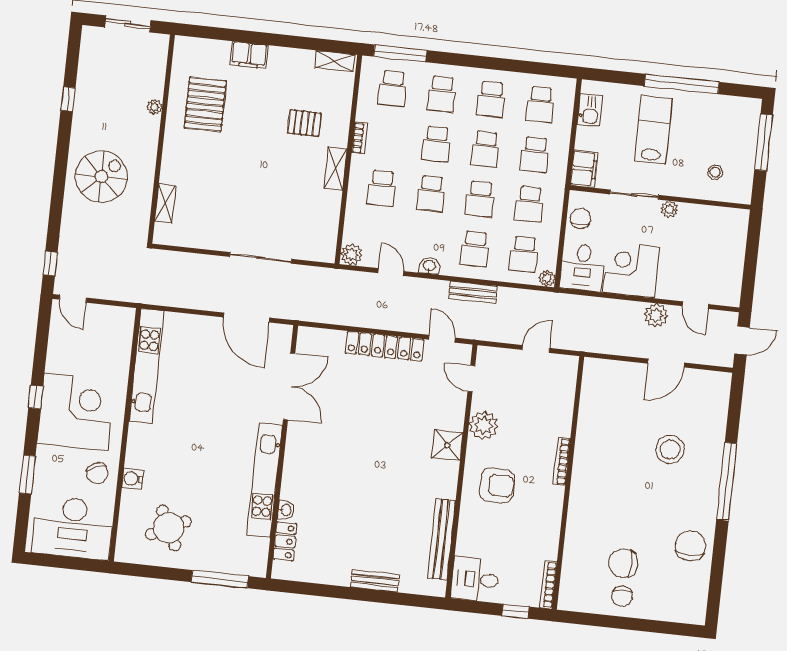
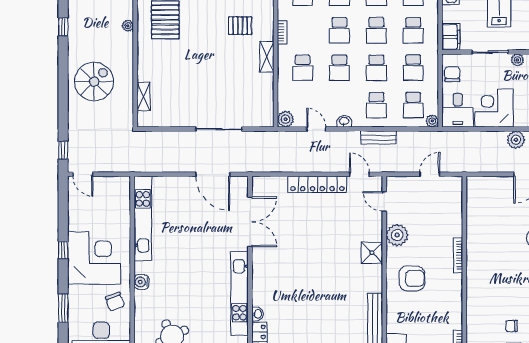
water cooler: (133, 479) -> (141, 282), moved
chair: (623, 563) -> (512, 326), width x0.54, depth x0.54

